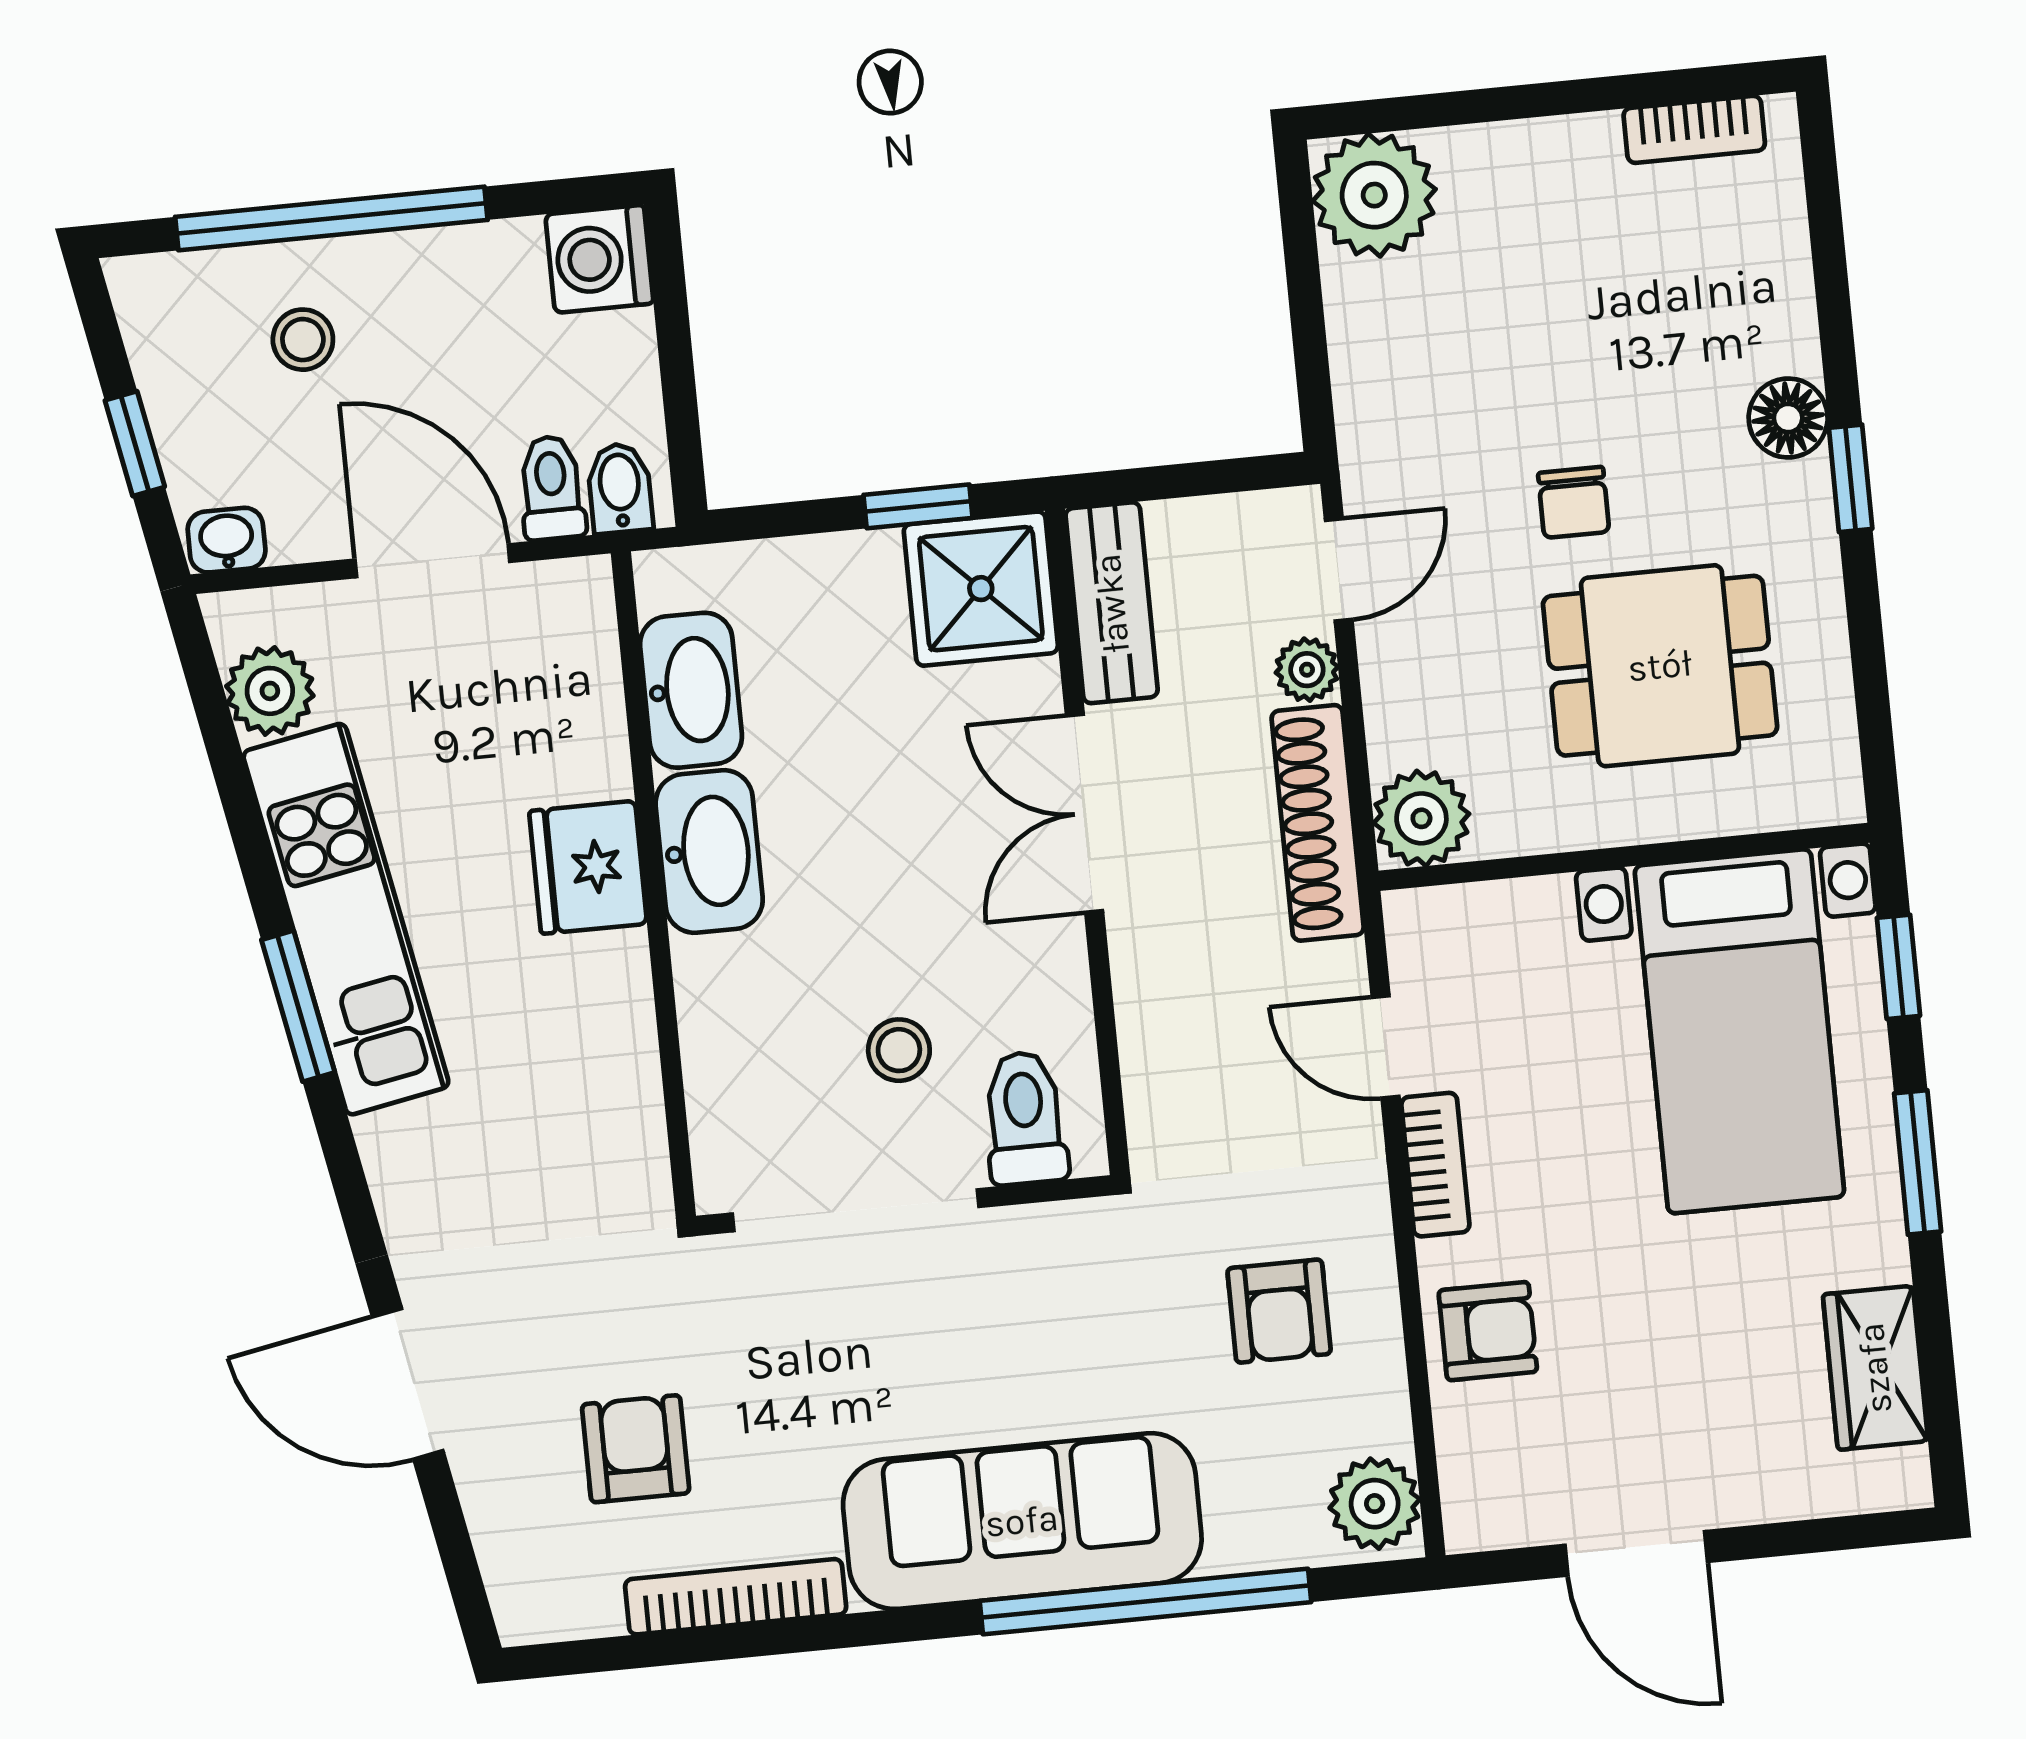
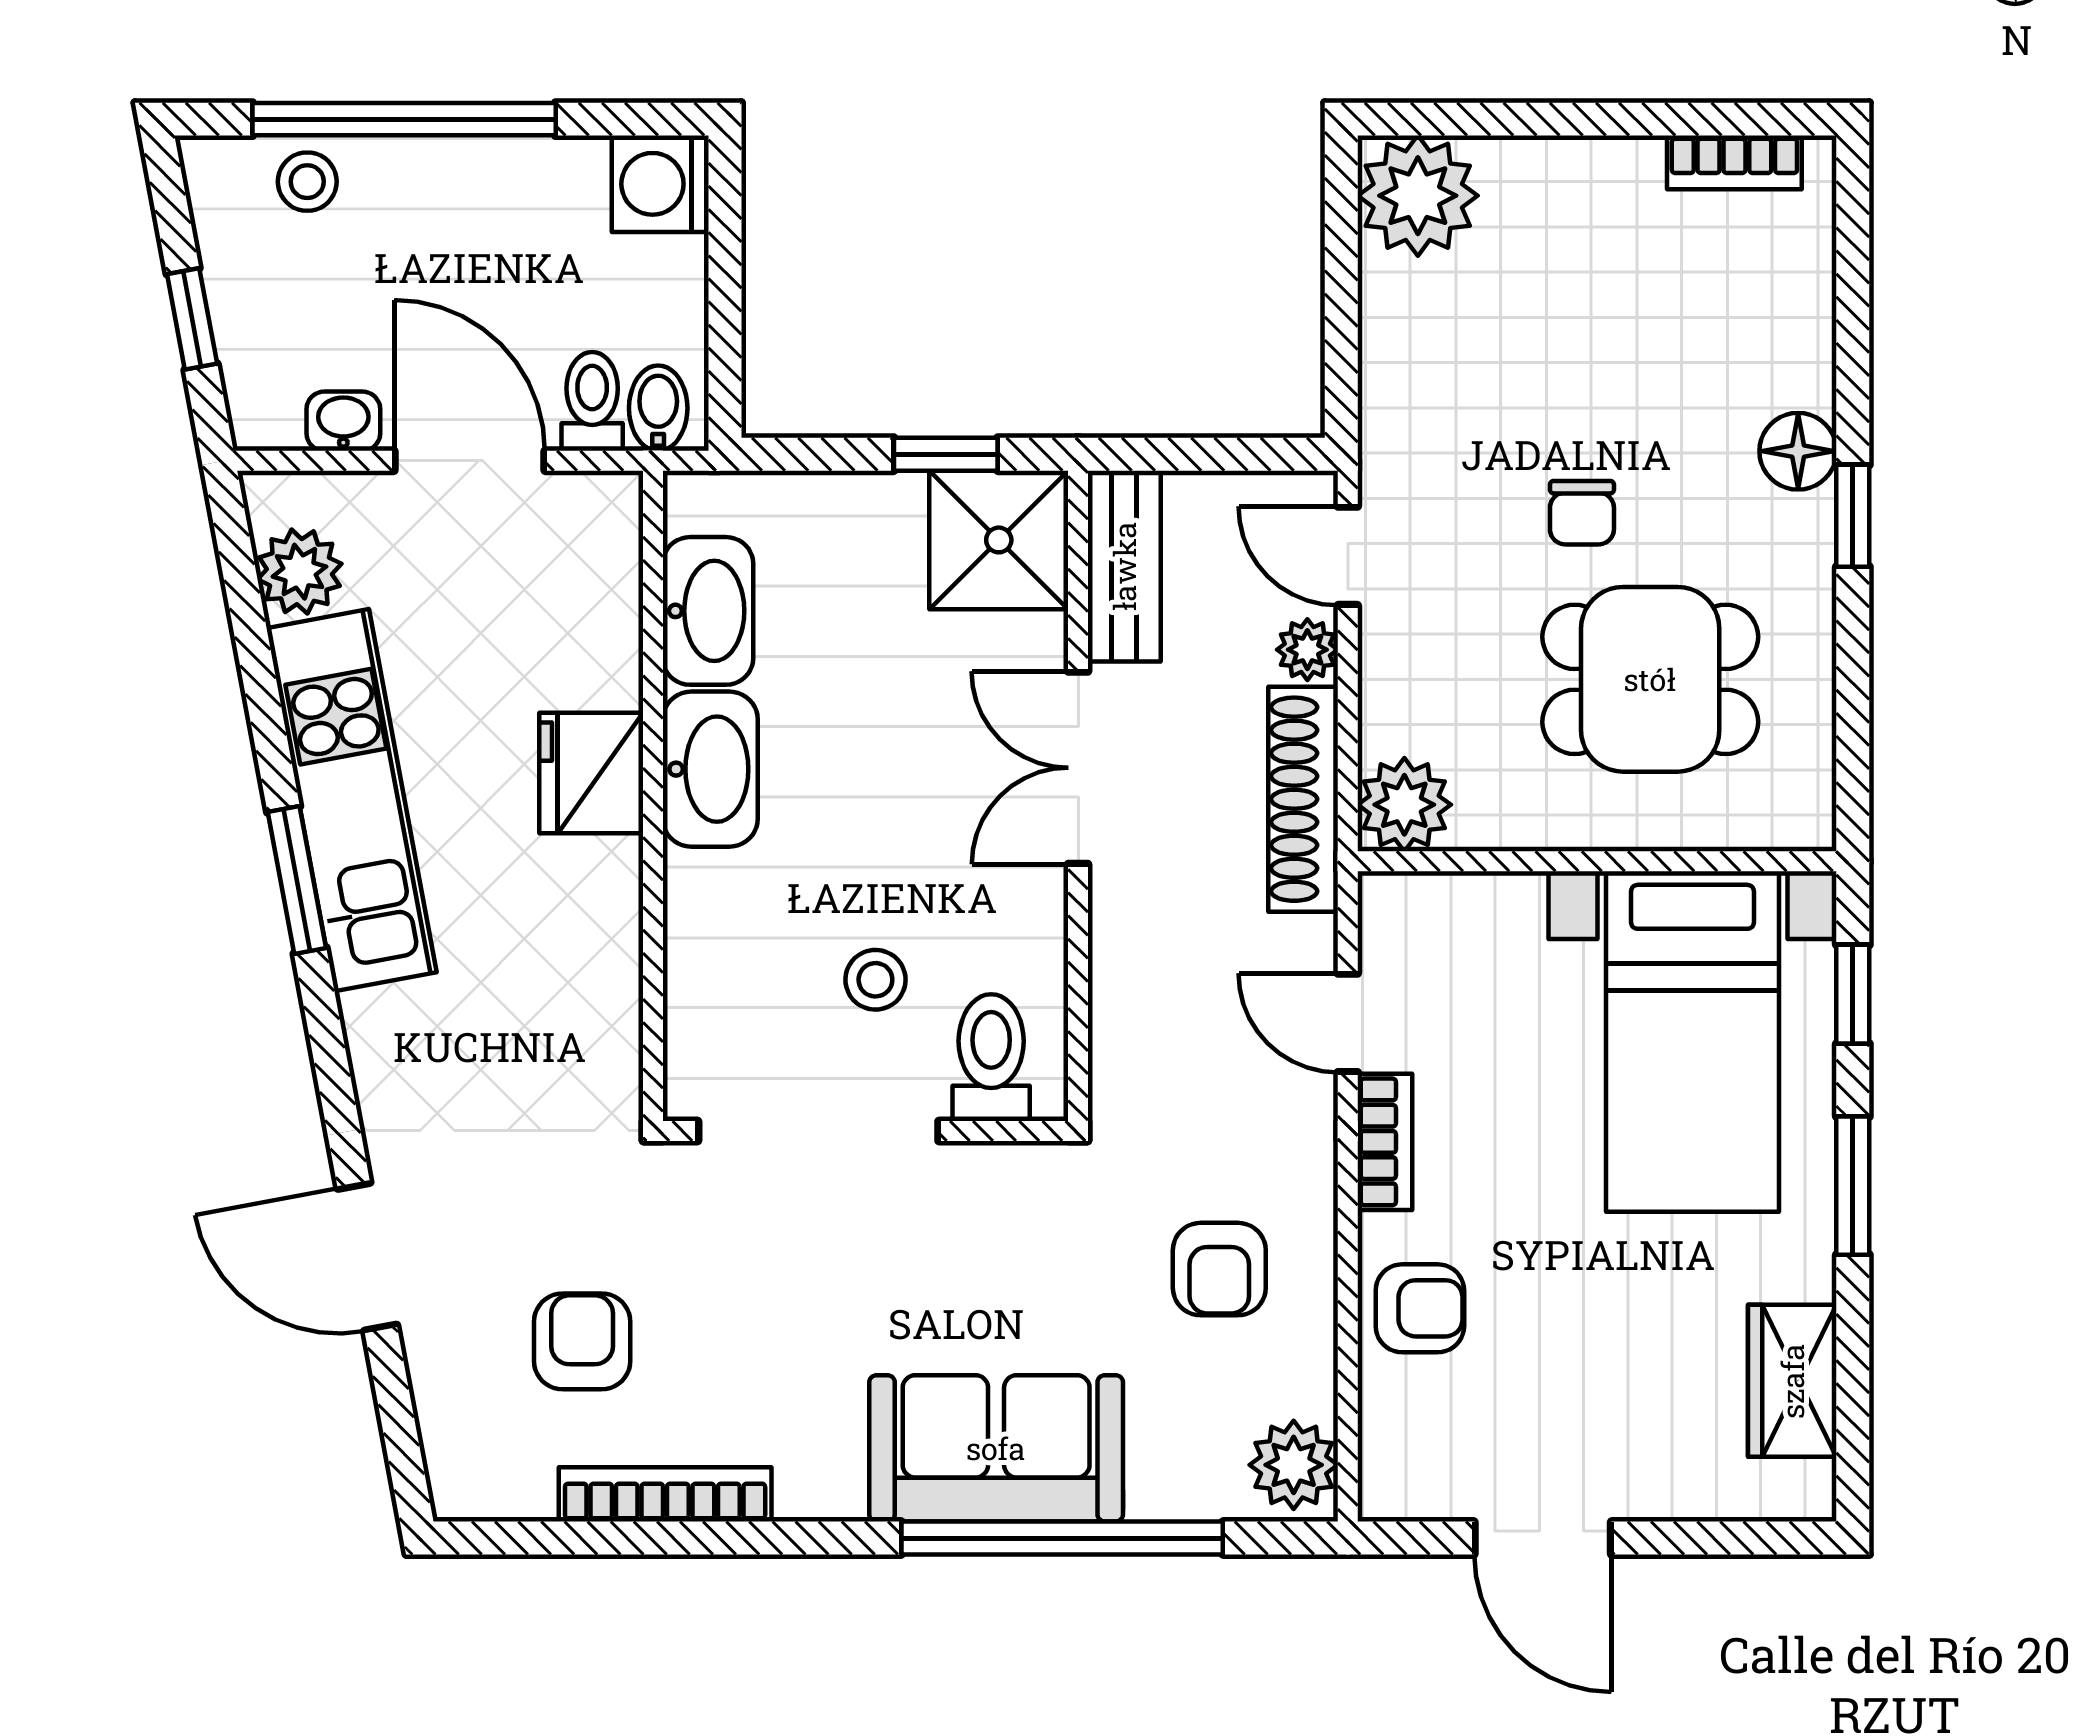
stool: (303, 340) -> (307, 182), moved
washbasin: (227, 540) -> (343, 421), moved
door: (1339, 570) -> (1348, 556), swing flipped
sofa: (1022, 1521) -> (996, 1448), width x0.73

